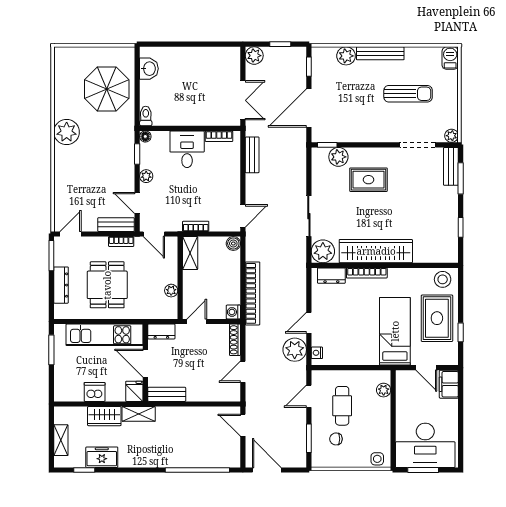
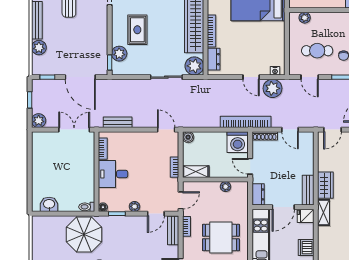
parasol: (107, 89) -> (84, 235), moved
bookcase: (252, 293) -> (246, 122), moved
washing machine: (233, 312) -> (238, 142), width x1.89, depth x1.89
wardrobe: (104, 416) -> (325, 185), moved

